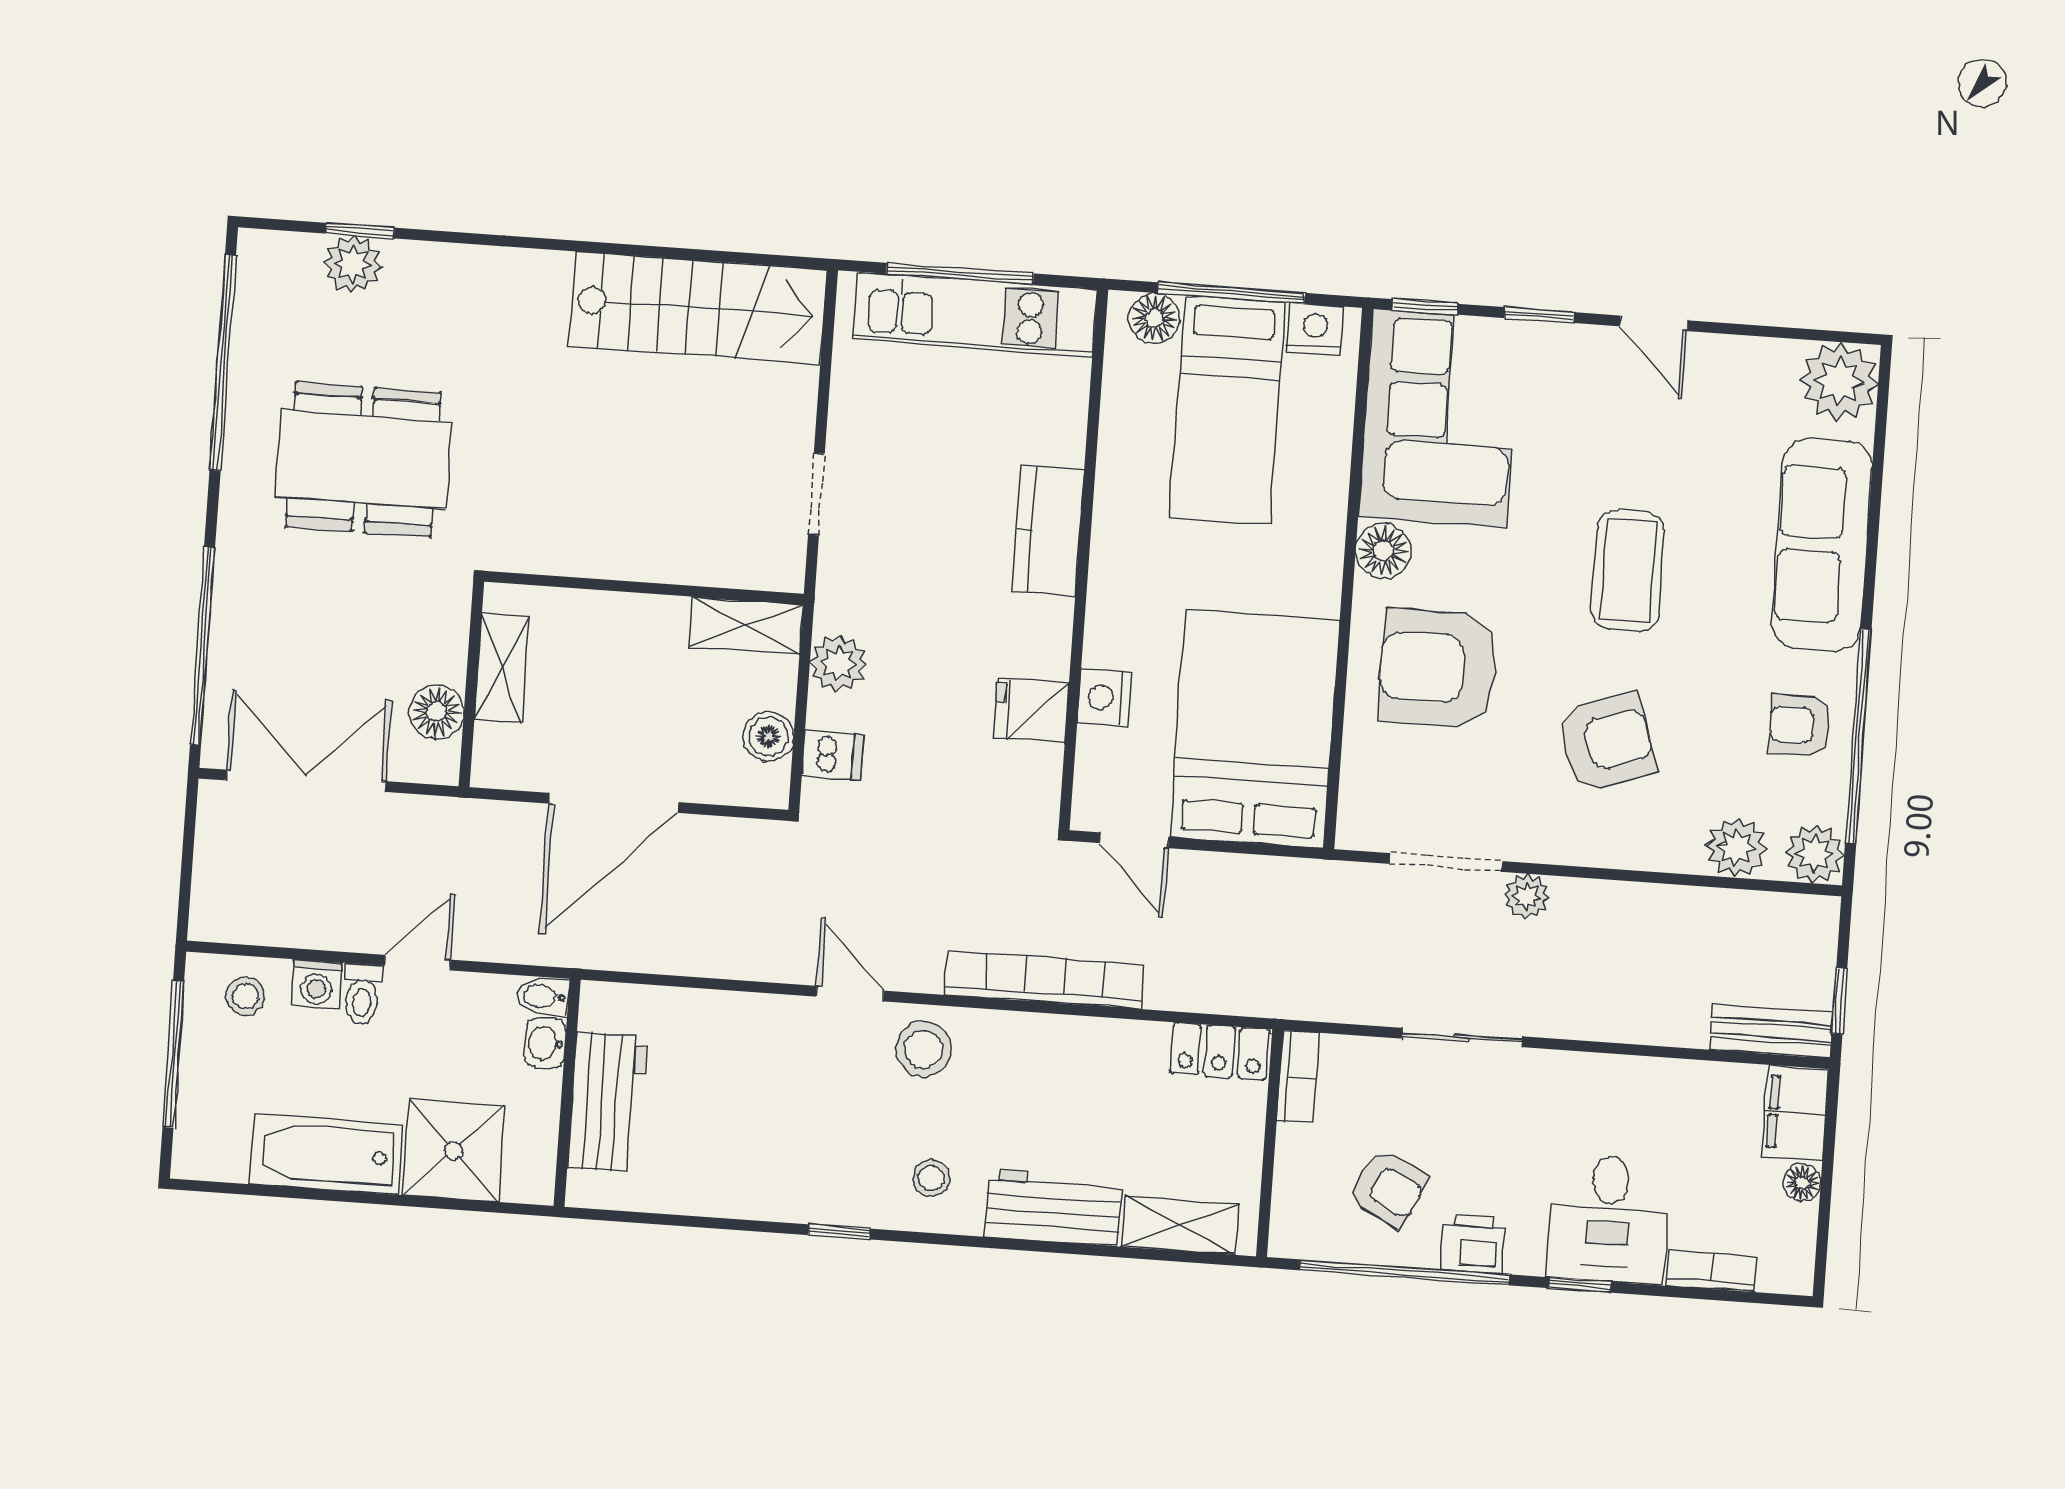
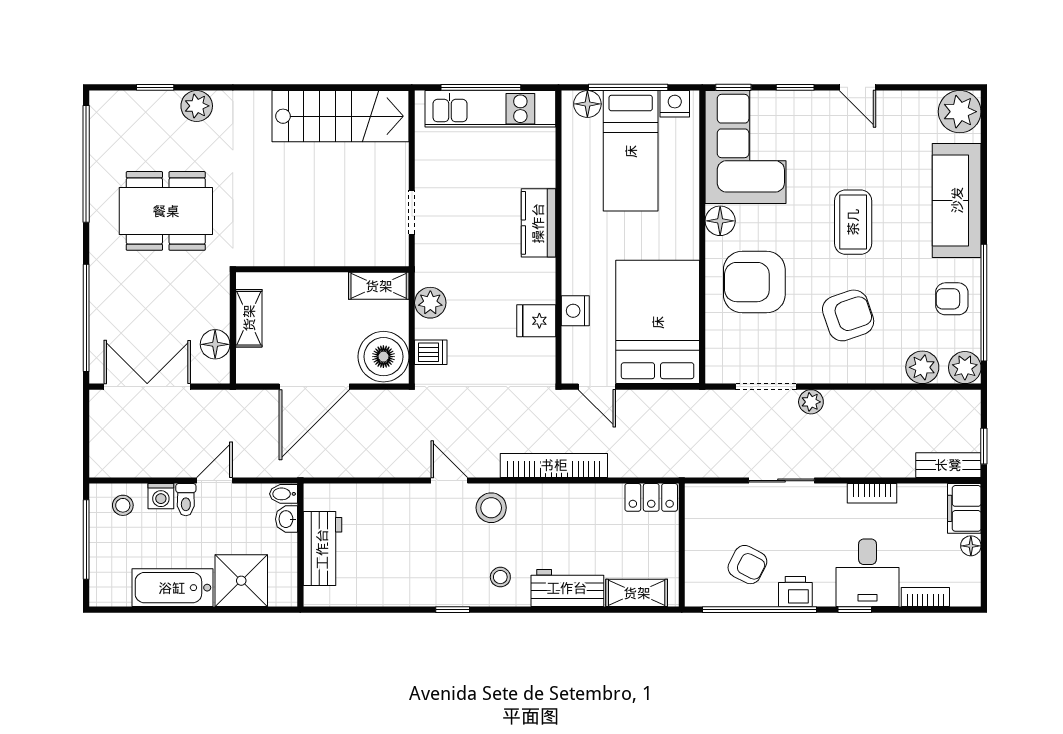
plant: (353, 264) -> (197, 106), moved
boiler: (768, 737) -> (383, 357), width x1.86, depth x1.86
bookcase: (1298, 1077) -> (872, 493), moved, turned 90

